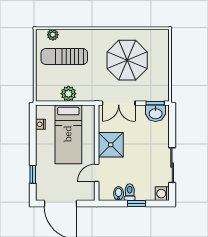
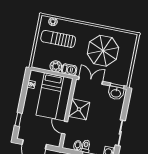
barbecue: (87, 94) -> (69, 70), added
double door: (119, 103) -> (91, 80), swing flipped
door: (97, 173) -> (65, 128), hinge flipped

